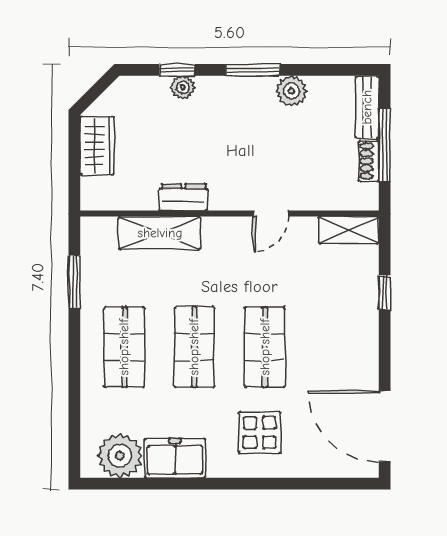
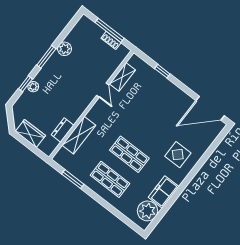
bench: (367, 107) -> (91, 26), removed
dresser: (183, 197) -> (63, 130), moved
shelving: (349, 230) -> (122, 77), moved
shop shelf: (265, 347) -> (149, 129), removed

